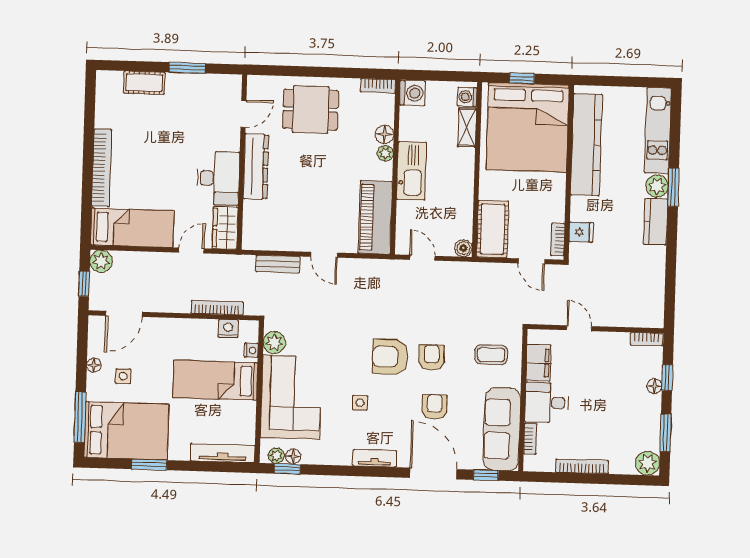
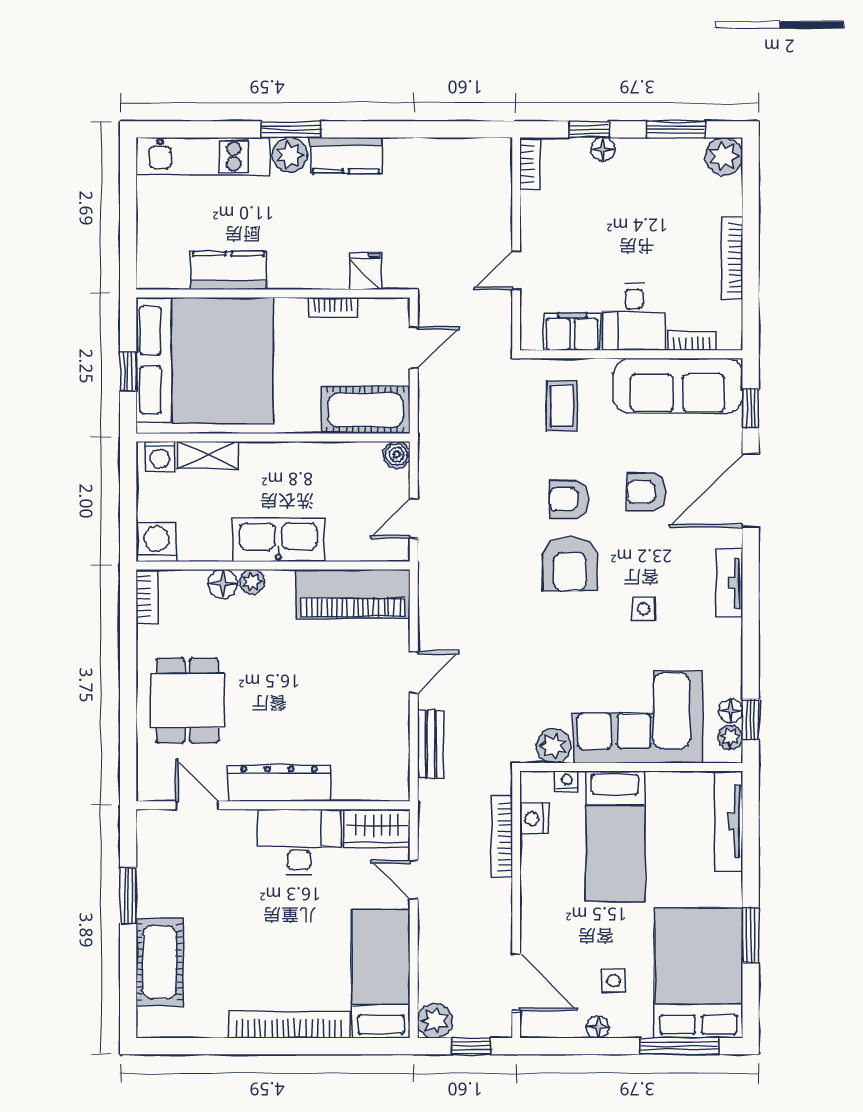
cot: (144, 83) -> (159, 962), width x1.37, depth x1.34
kitchen counter: (586, 145) -> (229, 271), width x0.48, depth x0.86
bookcase: (558, 239) -> (332, 308), moved

